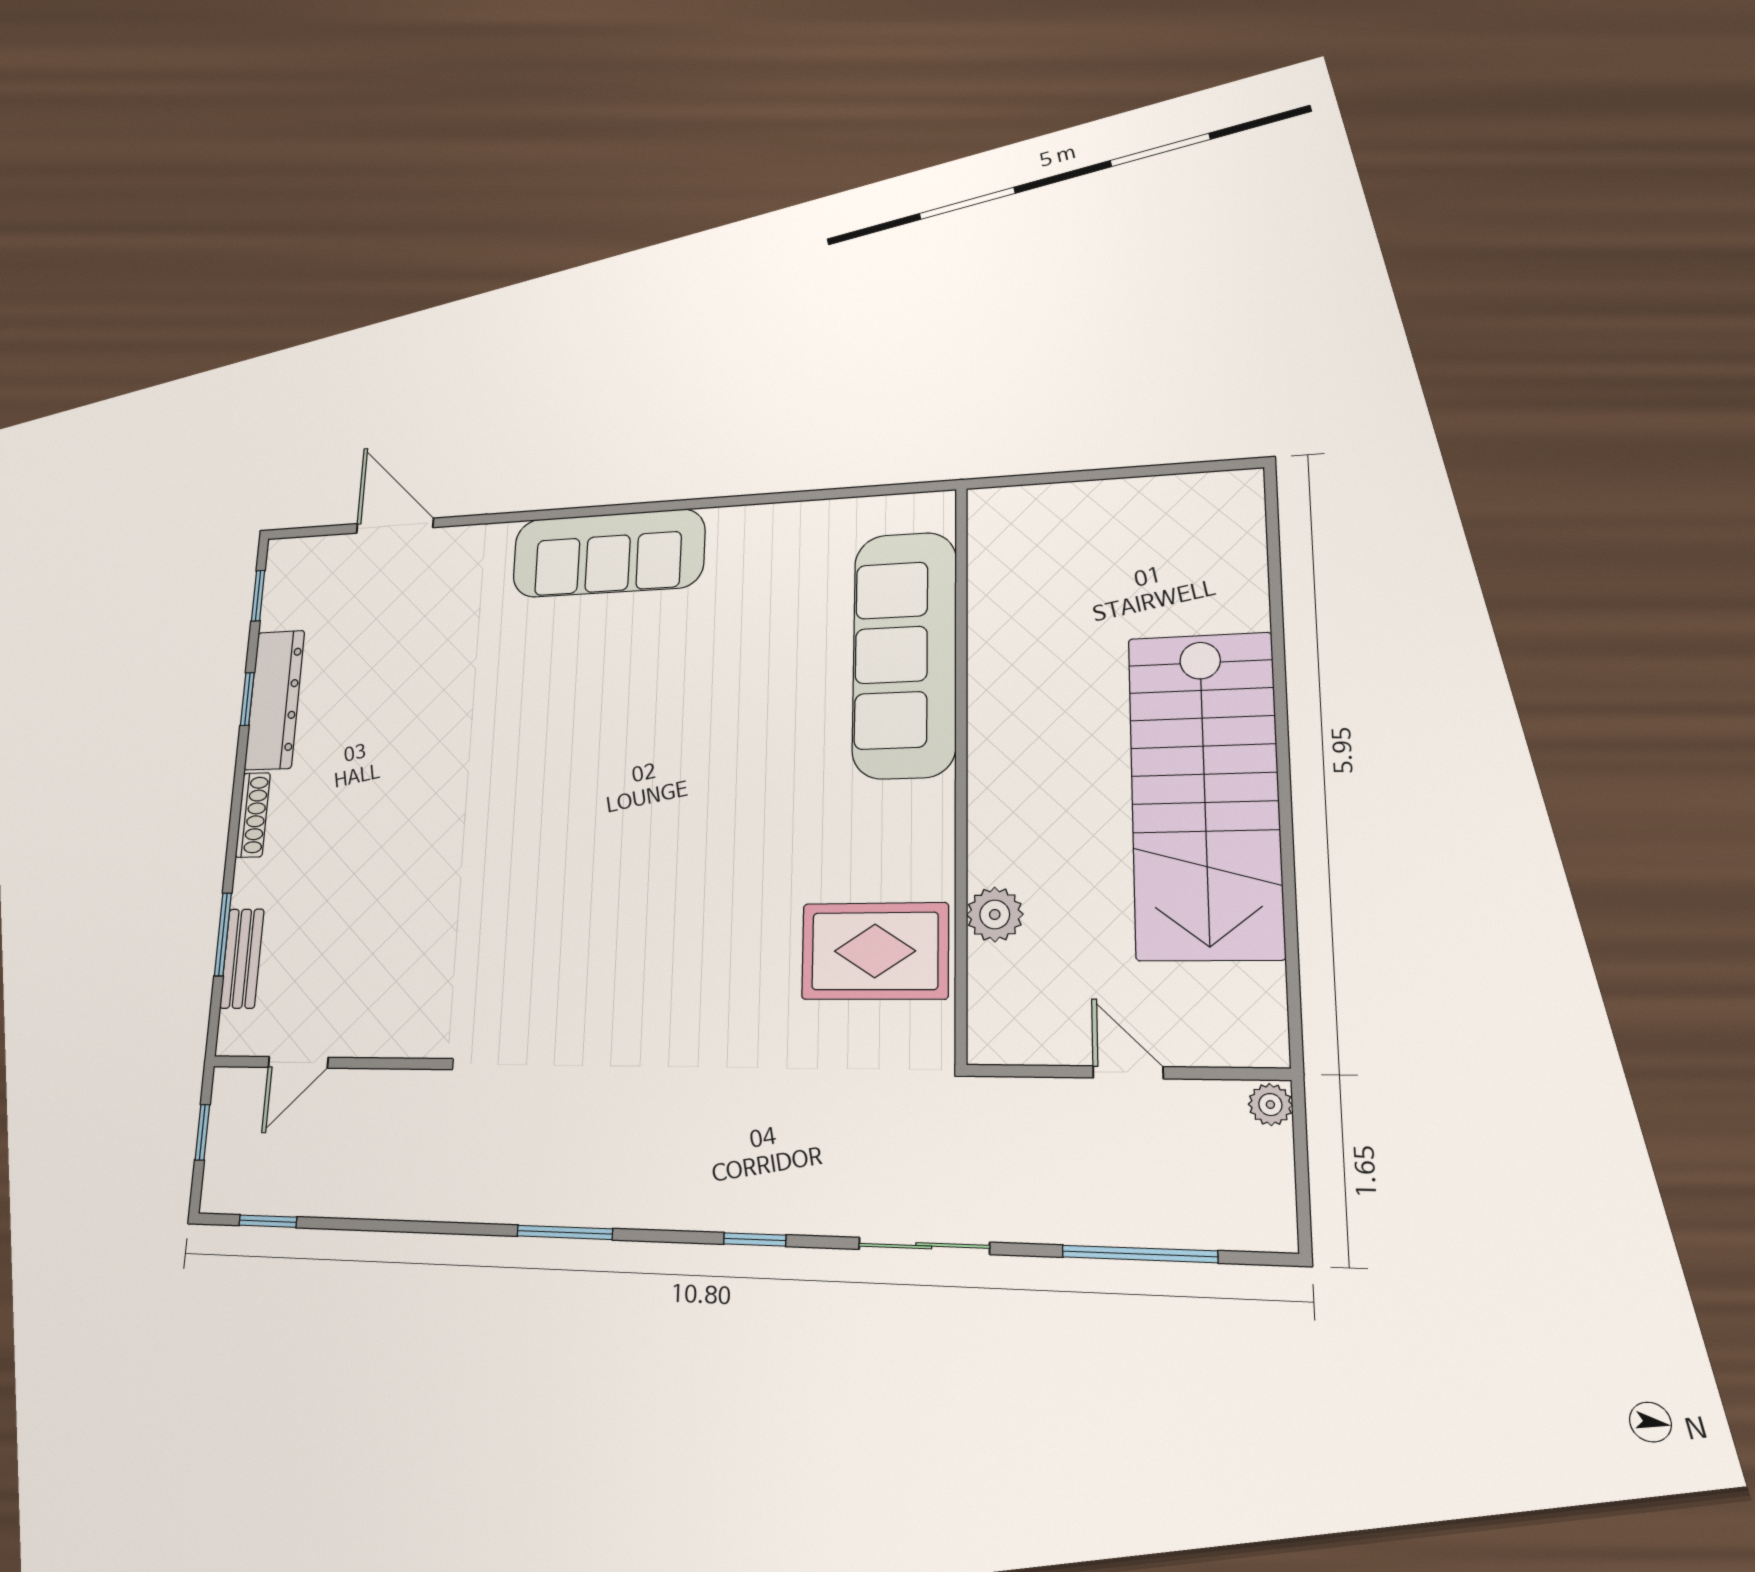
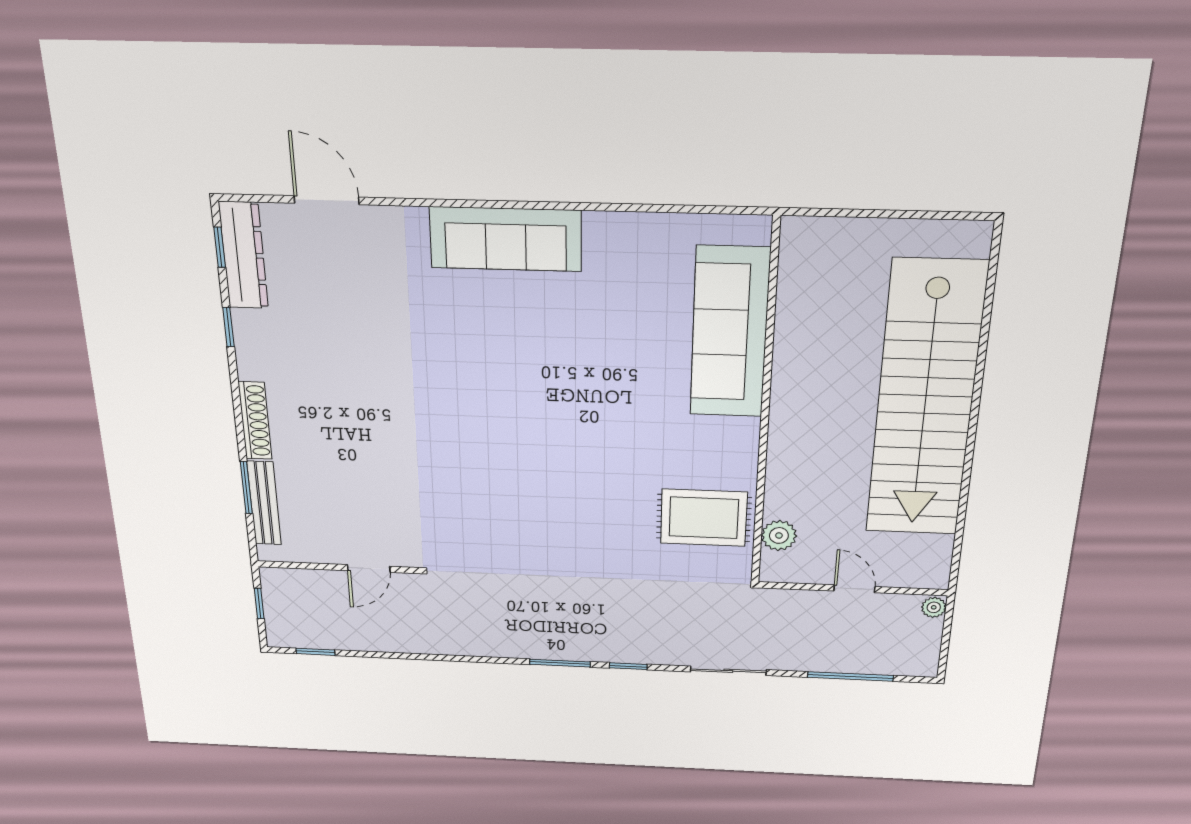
dresser: (275, 700) -> (244, 255), moved
stairs: (1205, 794) -> (925, 401), width x1.36
shoe rack: (253, 815) -> (255, 421), width x1.36, depth x1.24
plant: (995, 914) -> (779, 536), moved
bench: (242, 958) -> (264, 503), width x1.36
door: (298, 1062) -> (369, 568), moved
window: (565, 1232) -> (560, 663), moved

